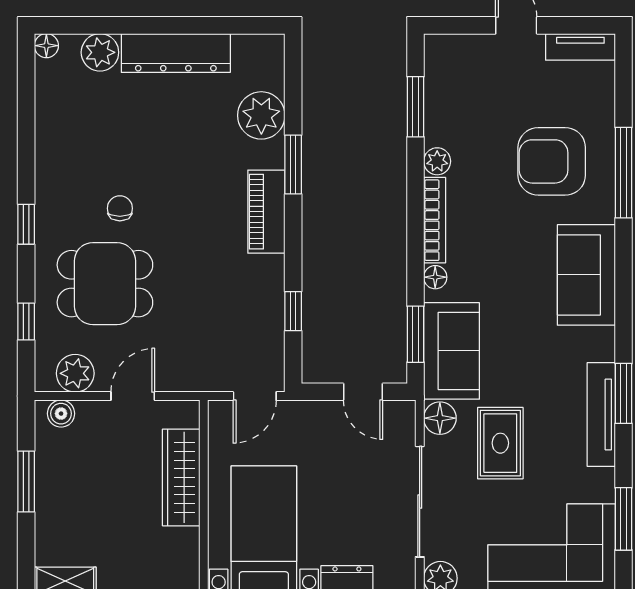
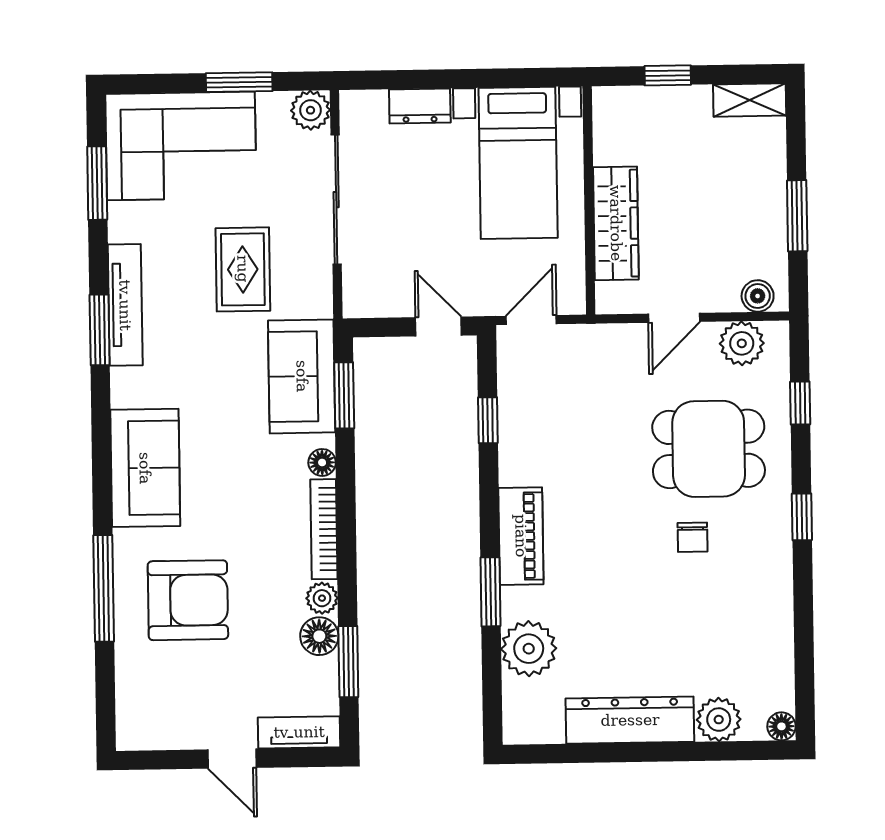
tv unit: (580, 47) -> (299, 732), moved
door: (363, 392) -> (438, 326), moved
floor lamp: (440, 418) -> (319, 636), moved

